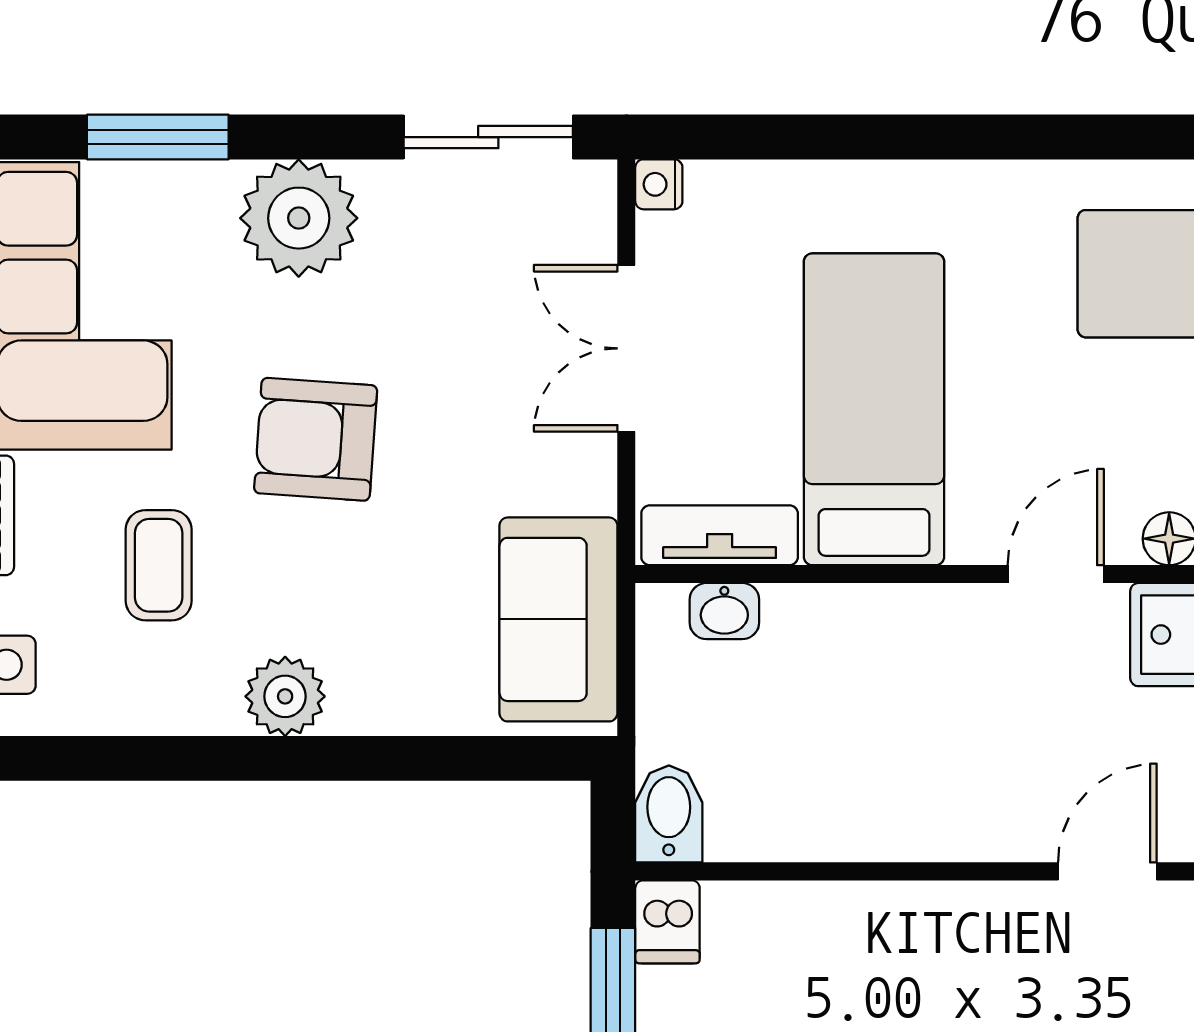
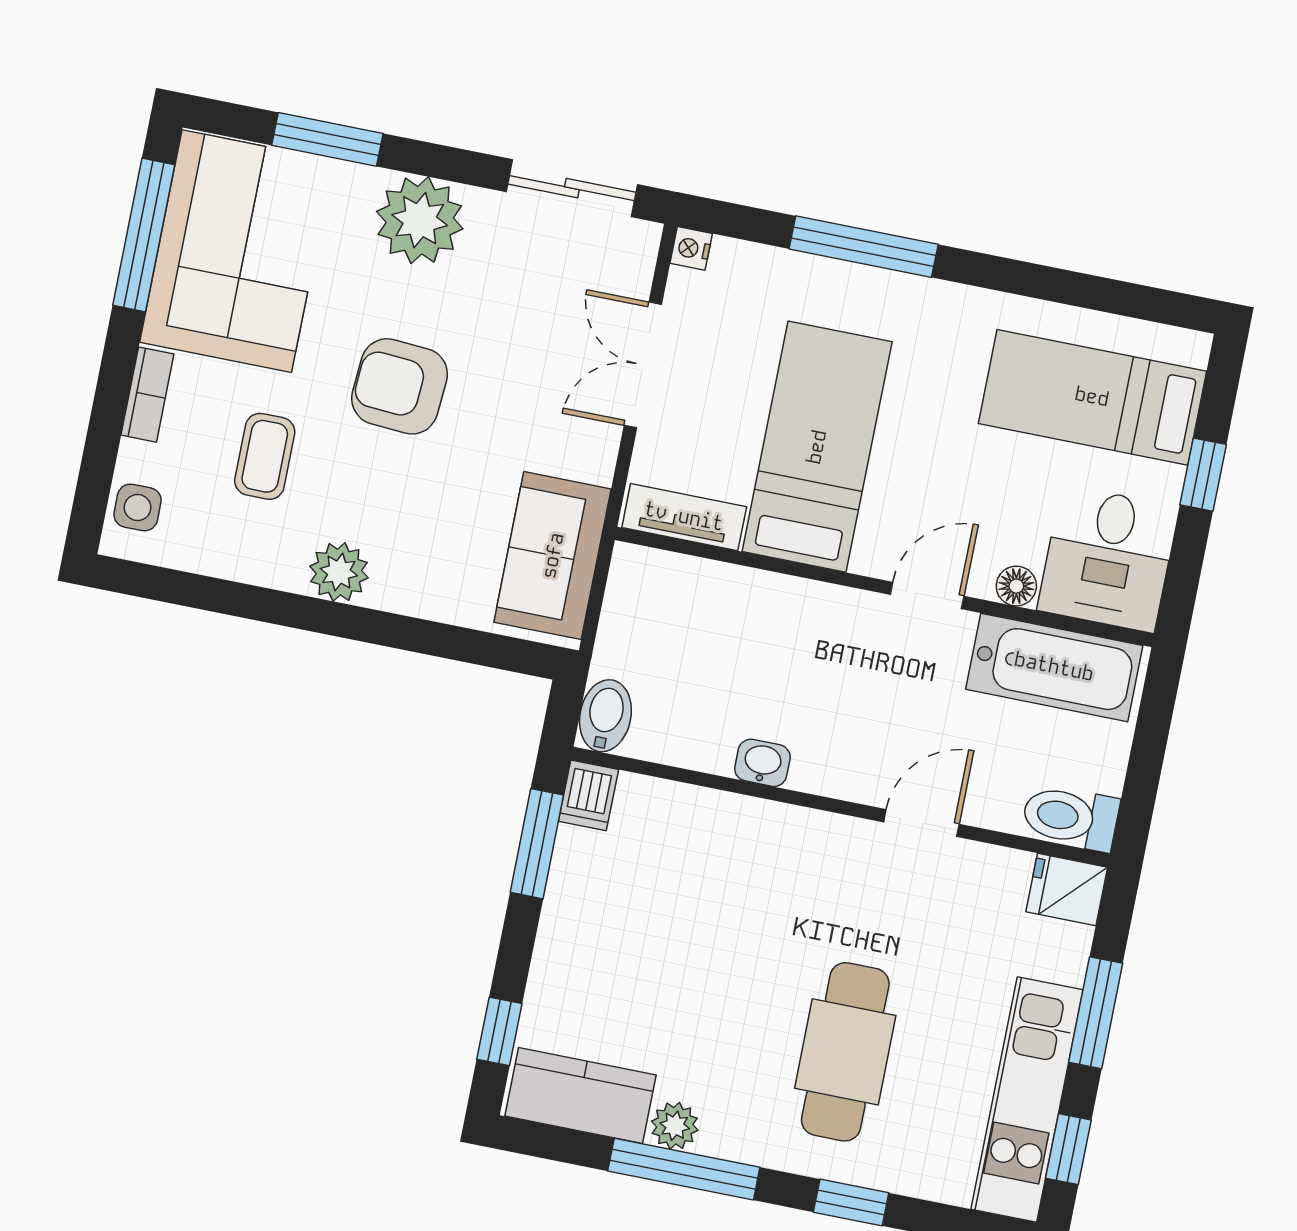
window: (883, 137) -> (864, 247), added
washbasin: (724, 611) -> (762, 763), moved, turned 180

